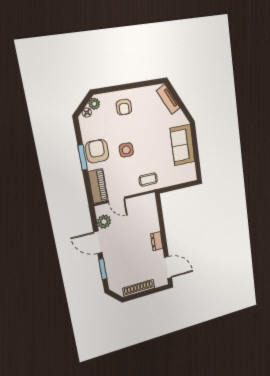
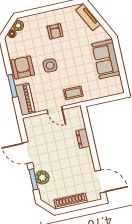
armchair: (124, 107) -> (55, 31), moved
window: (83, 157) -> (13, 86), moved
door: (117, 200) -> (55, 110), moved
plant: (104, 222) -> (42, 177), moved
dresser: (157, 241) -> (83, 139), moved

